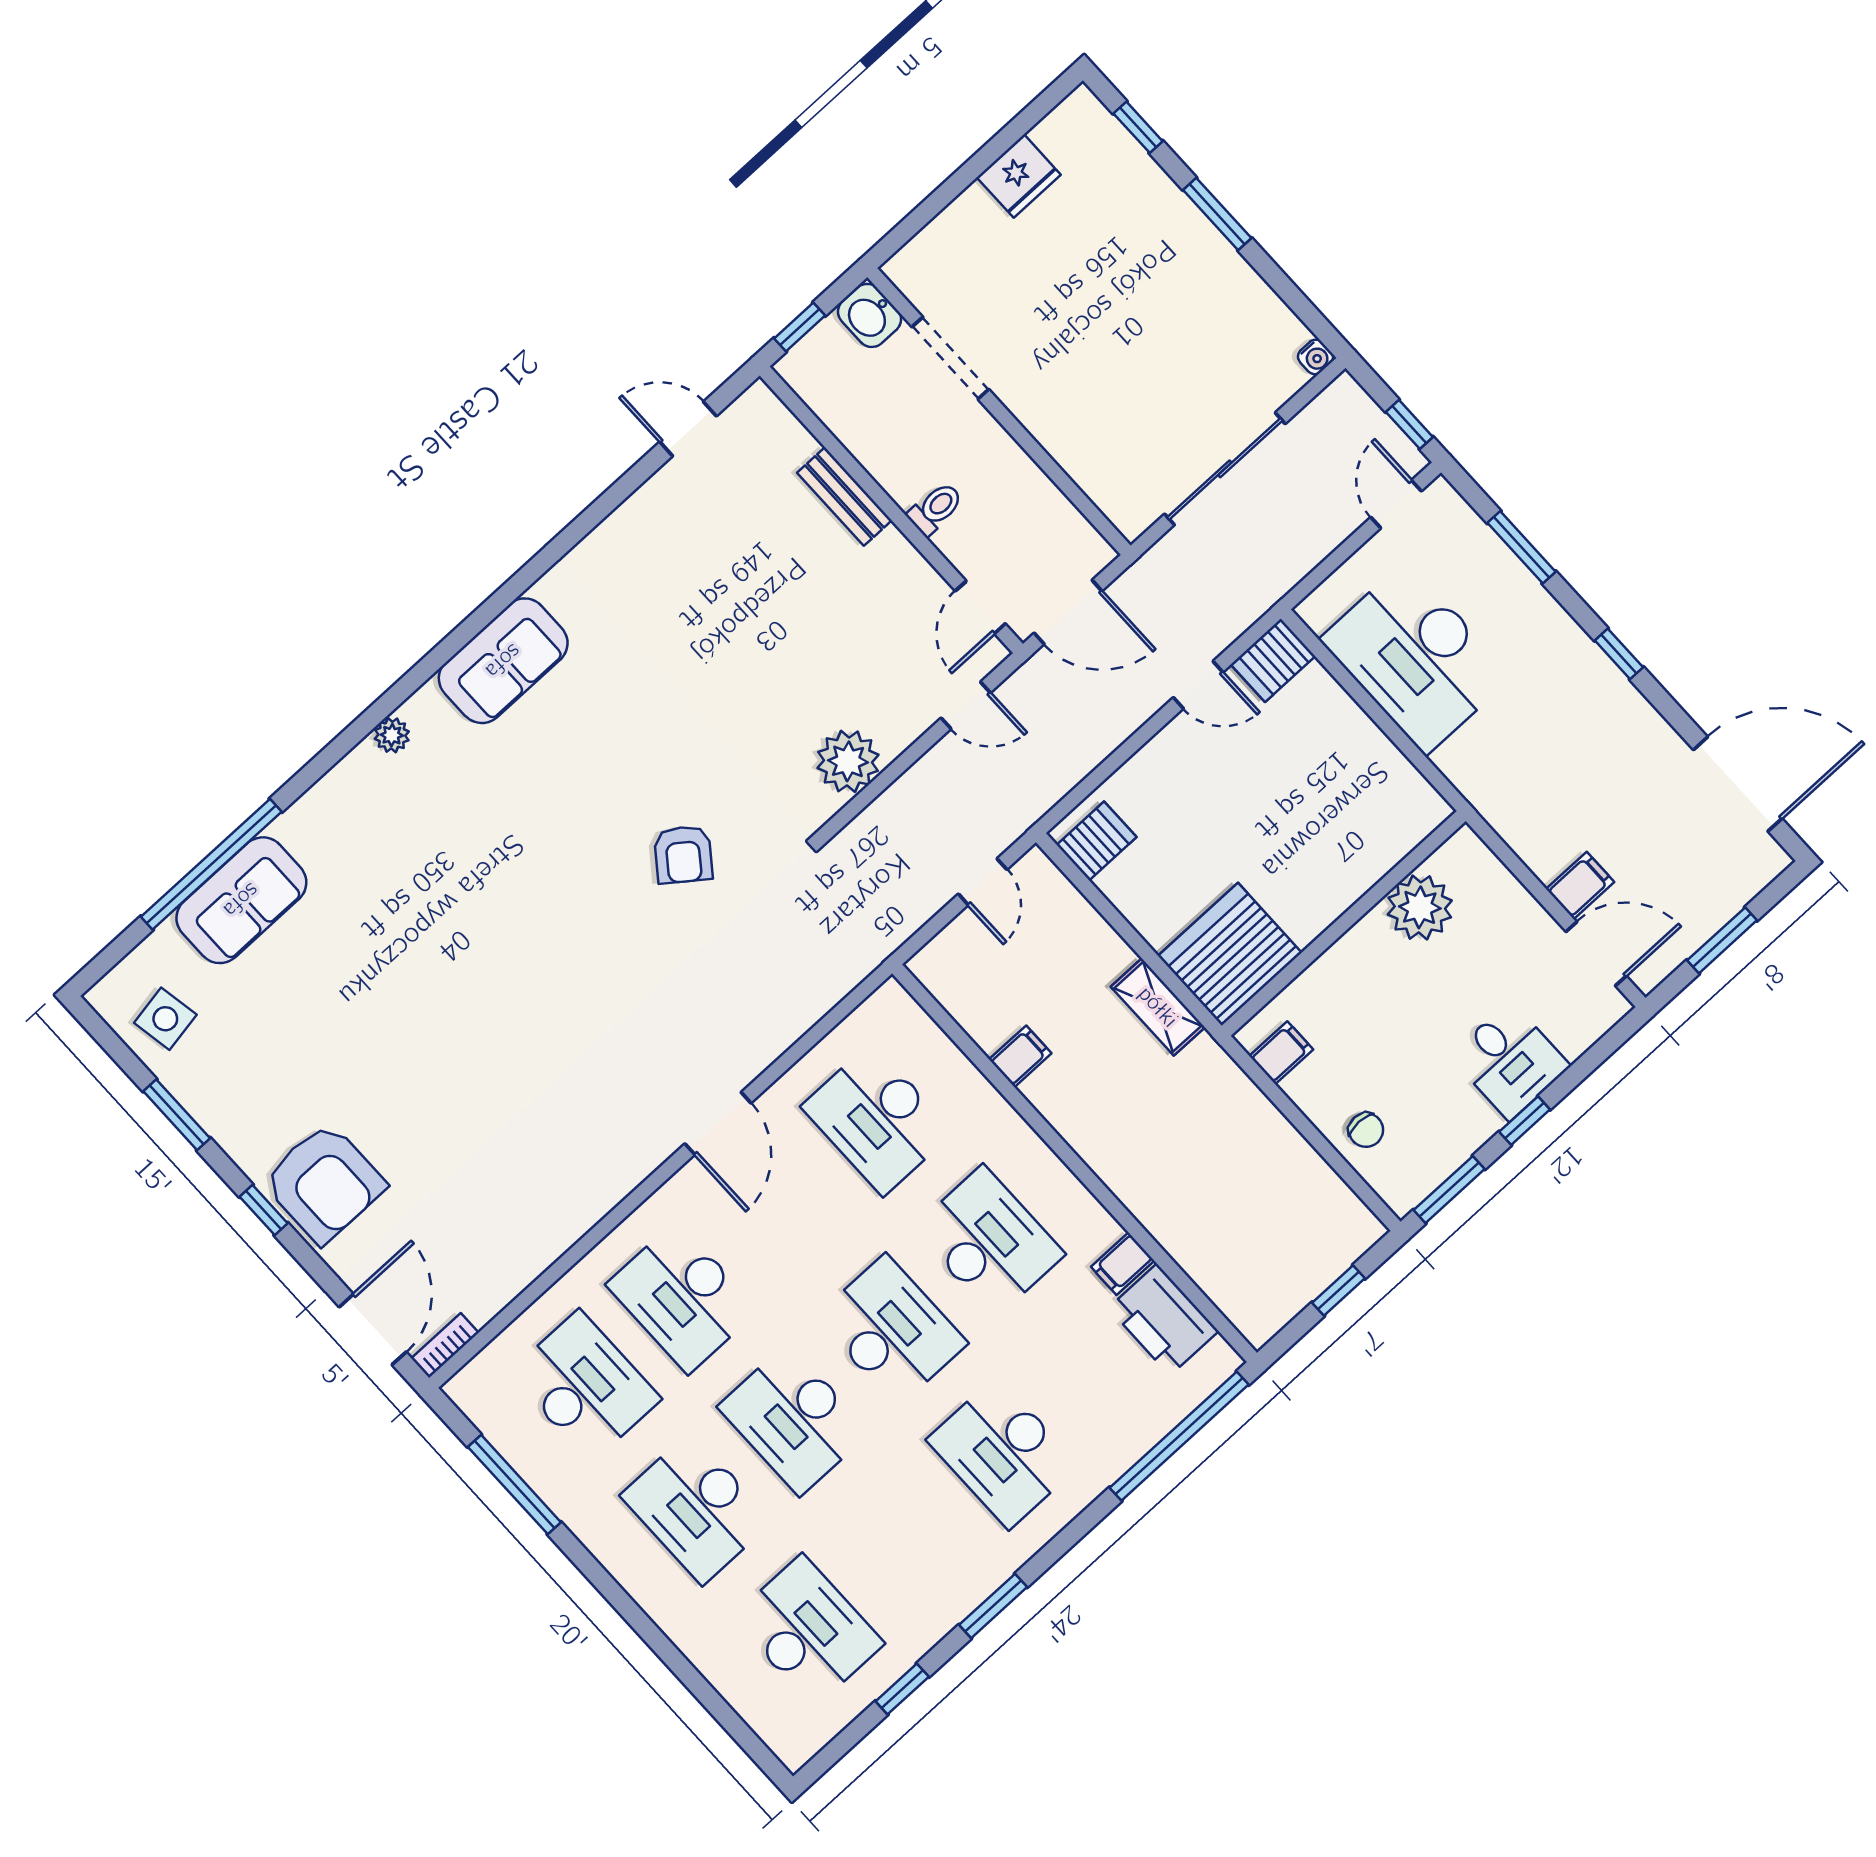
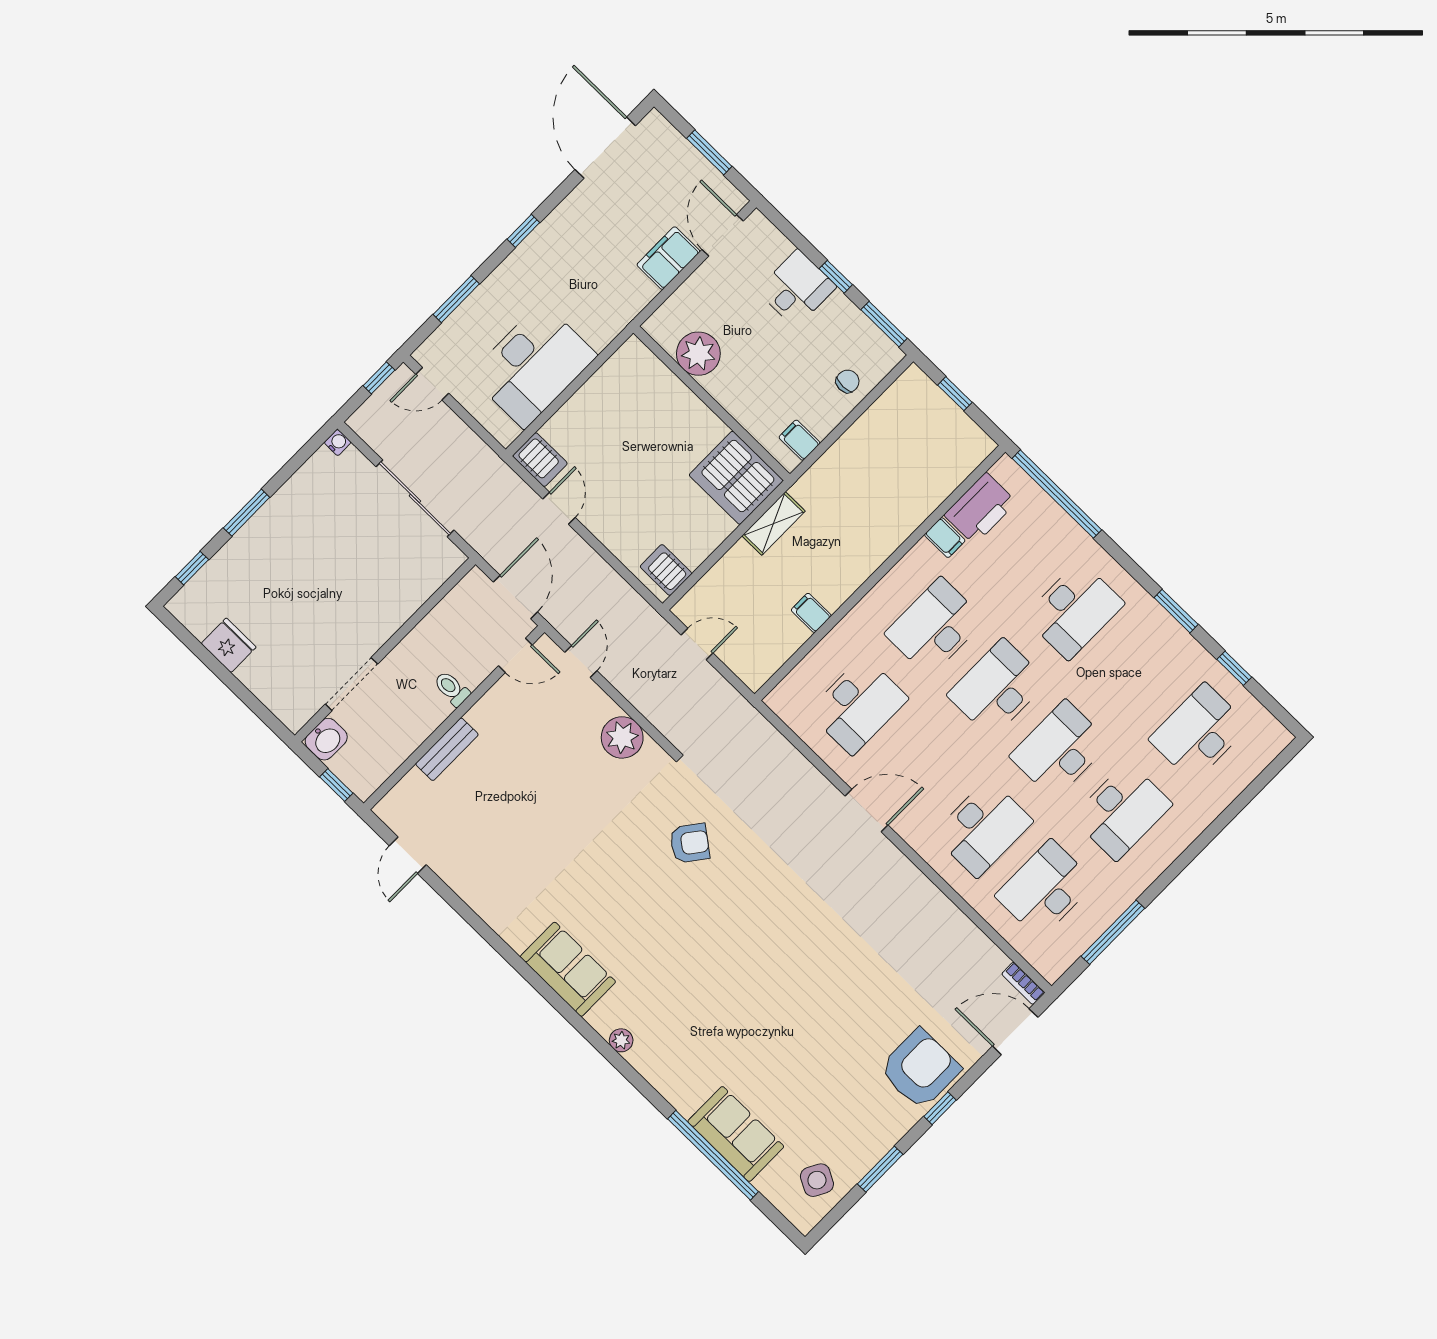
filing cabinet: (1580, 885) -> (668, 258), width x2.00
side table: (165, 1019) -> (817, 1180), turned 38
desk: (794, 1419) -> (1060, 750), turned 180

